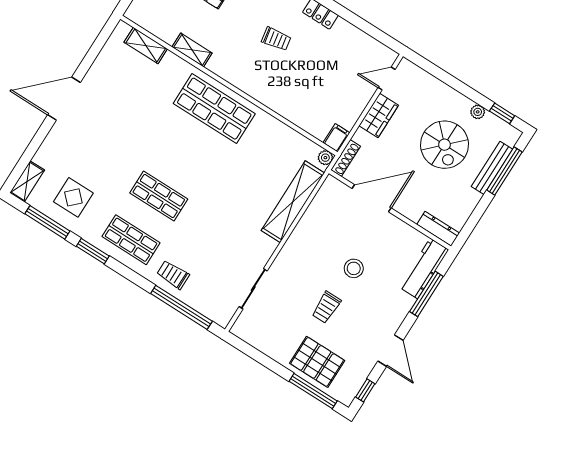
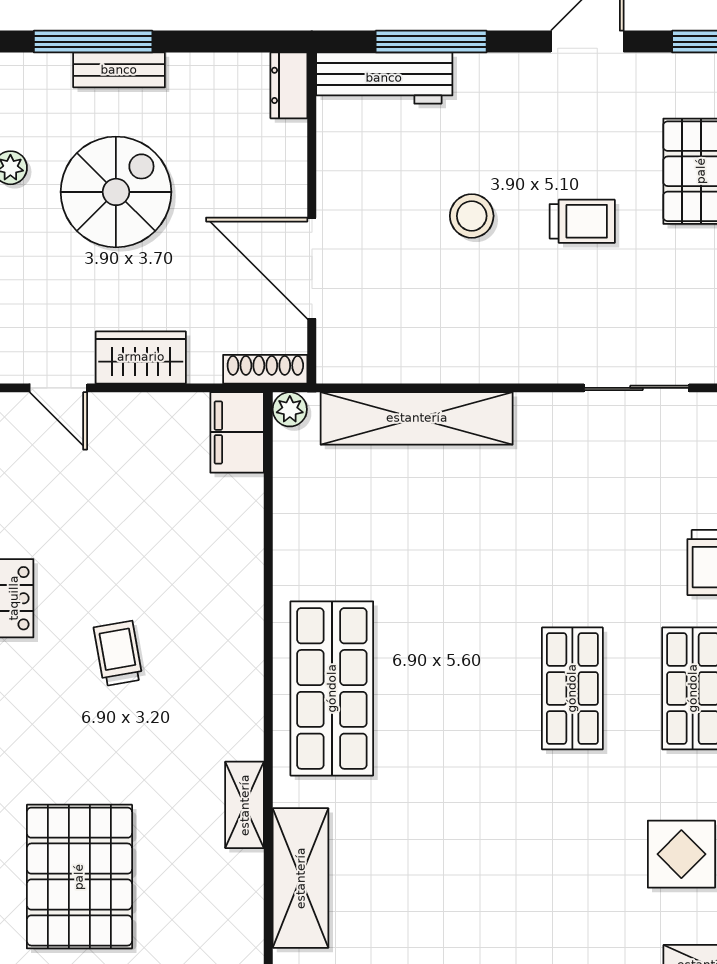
shelving: (146, 46) -> (301, 878), width x1.50, depth x1.33
filing cabinet: (336, 138) -> (237, 432), width x2.00
bench: (492, 168) -> (119, 70), width x0.73
dresser: (438, 229) -> (289, 85), width x0.70

